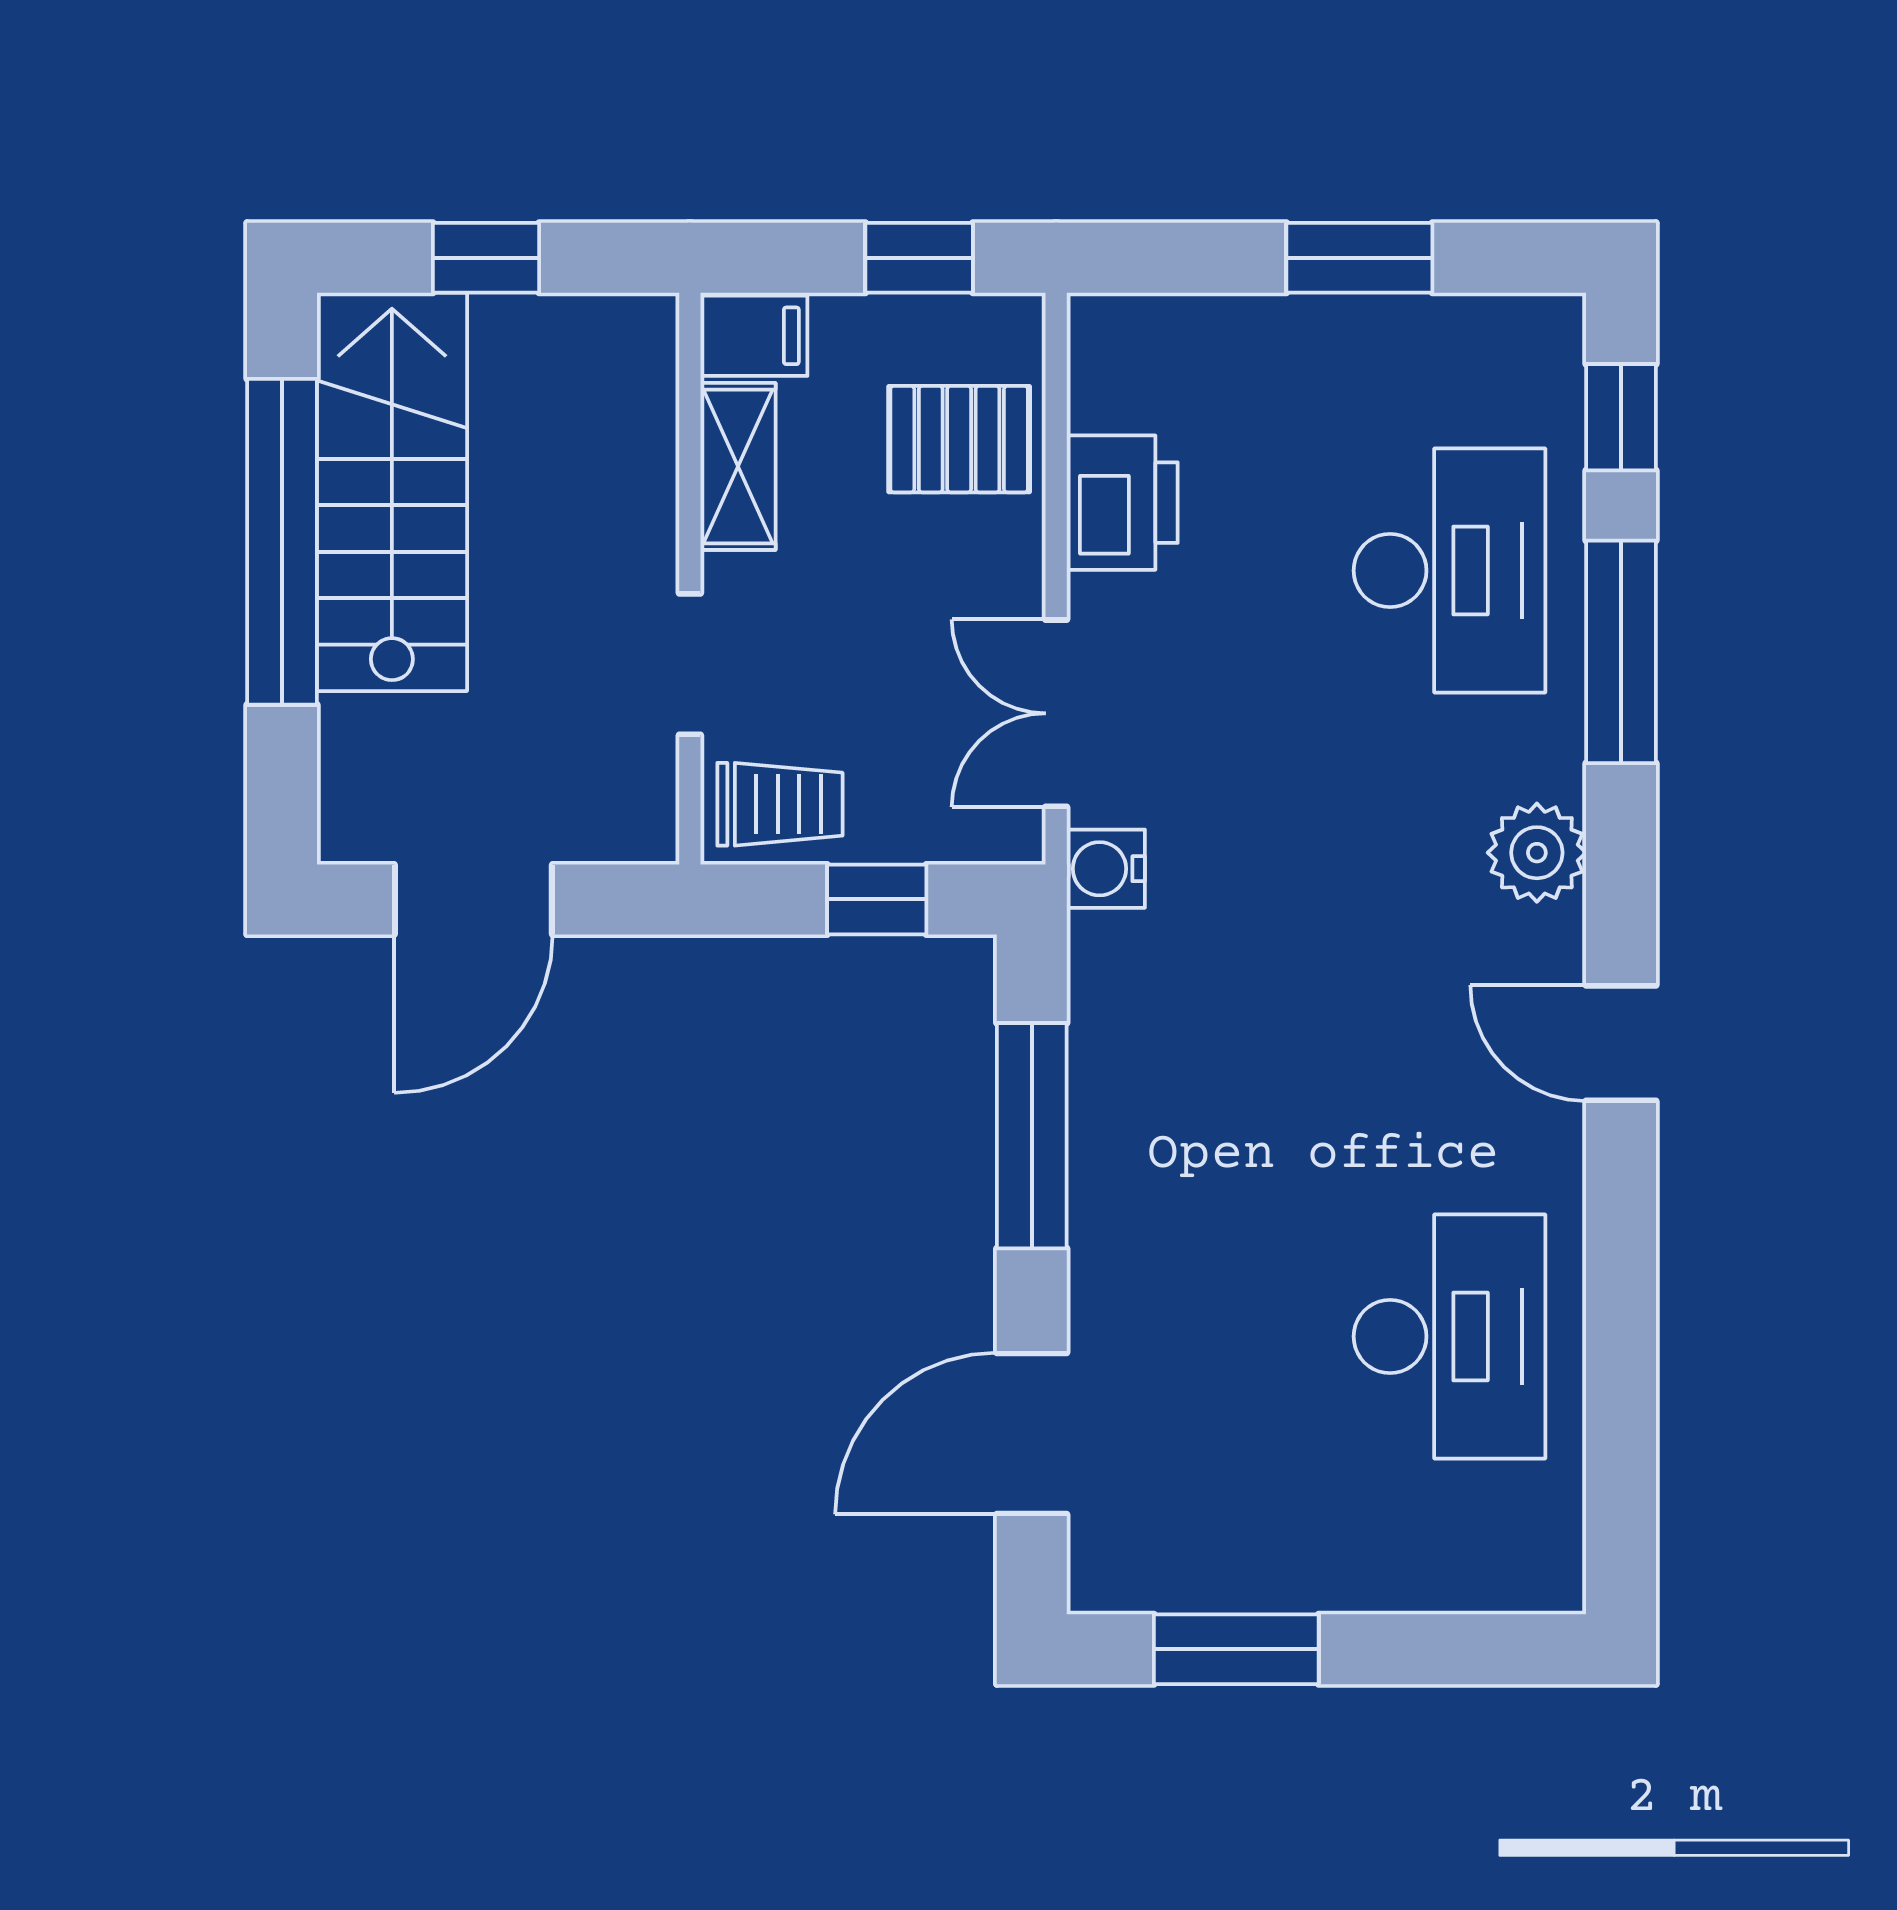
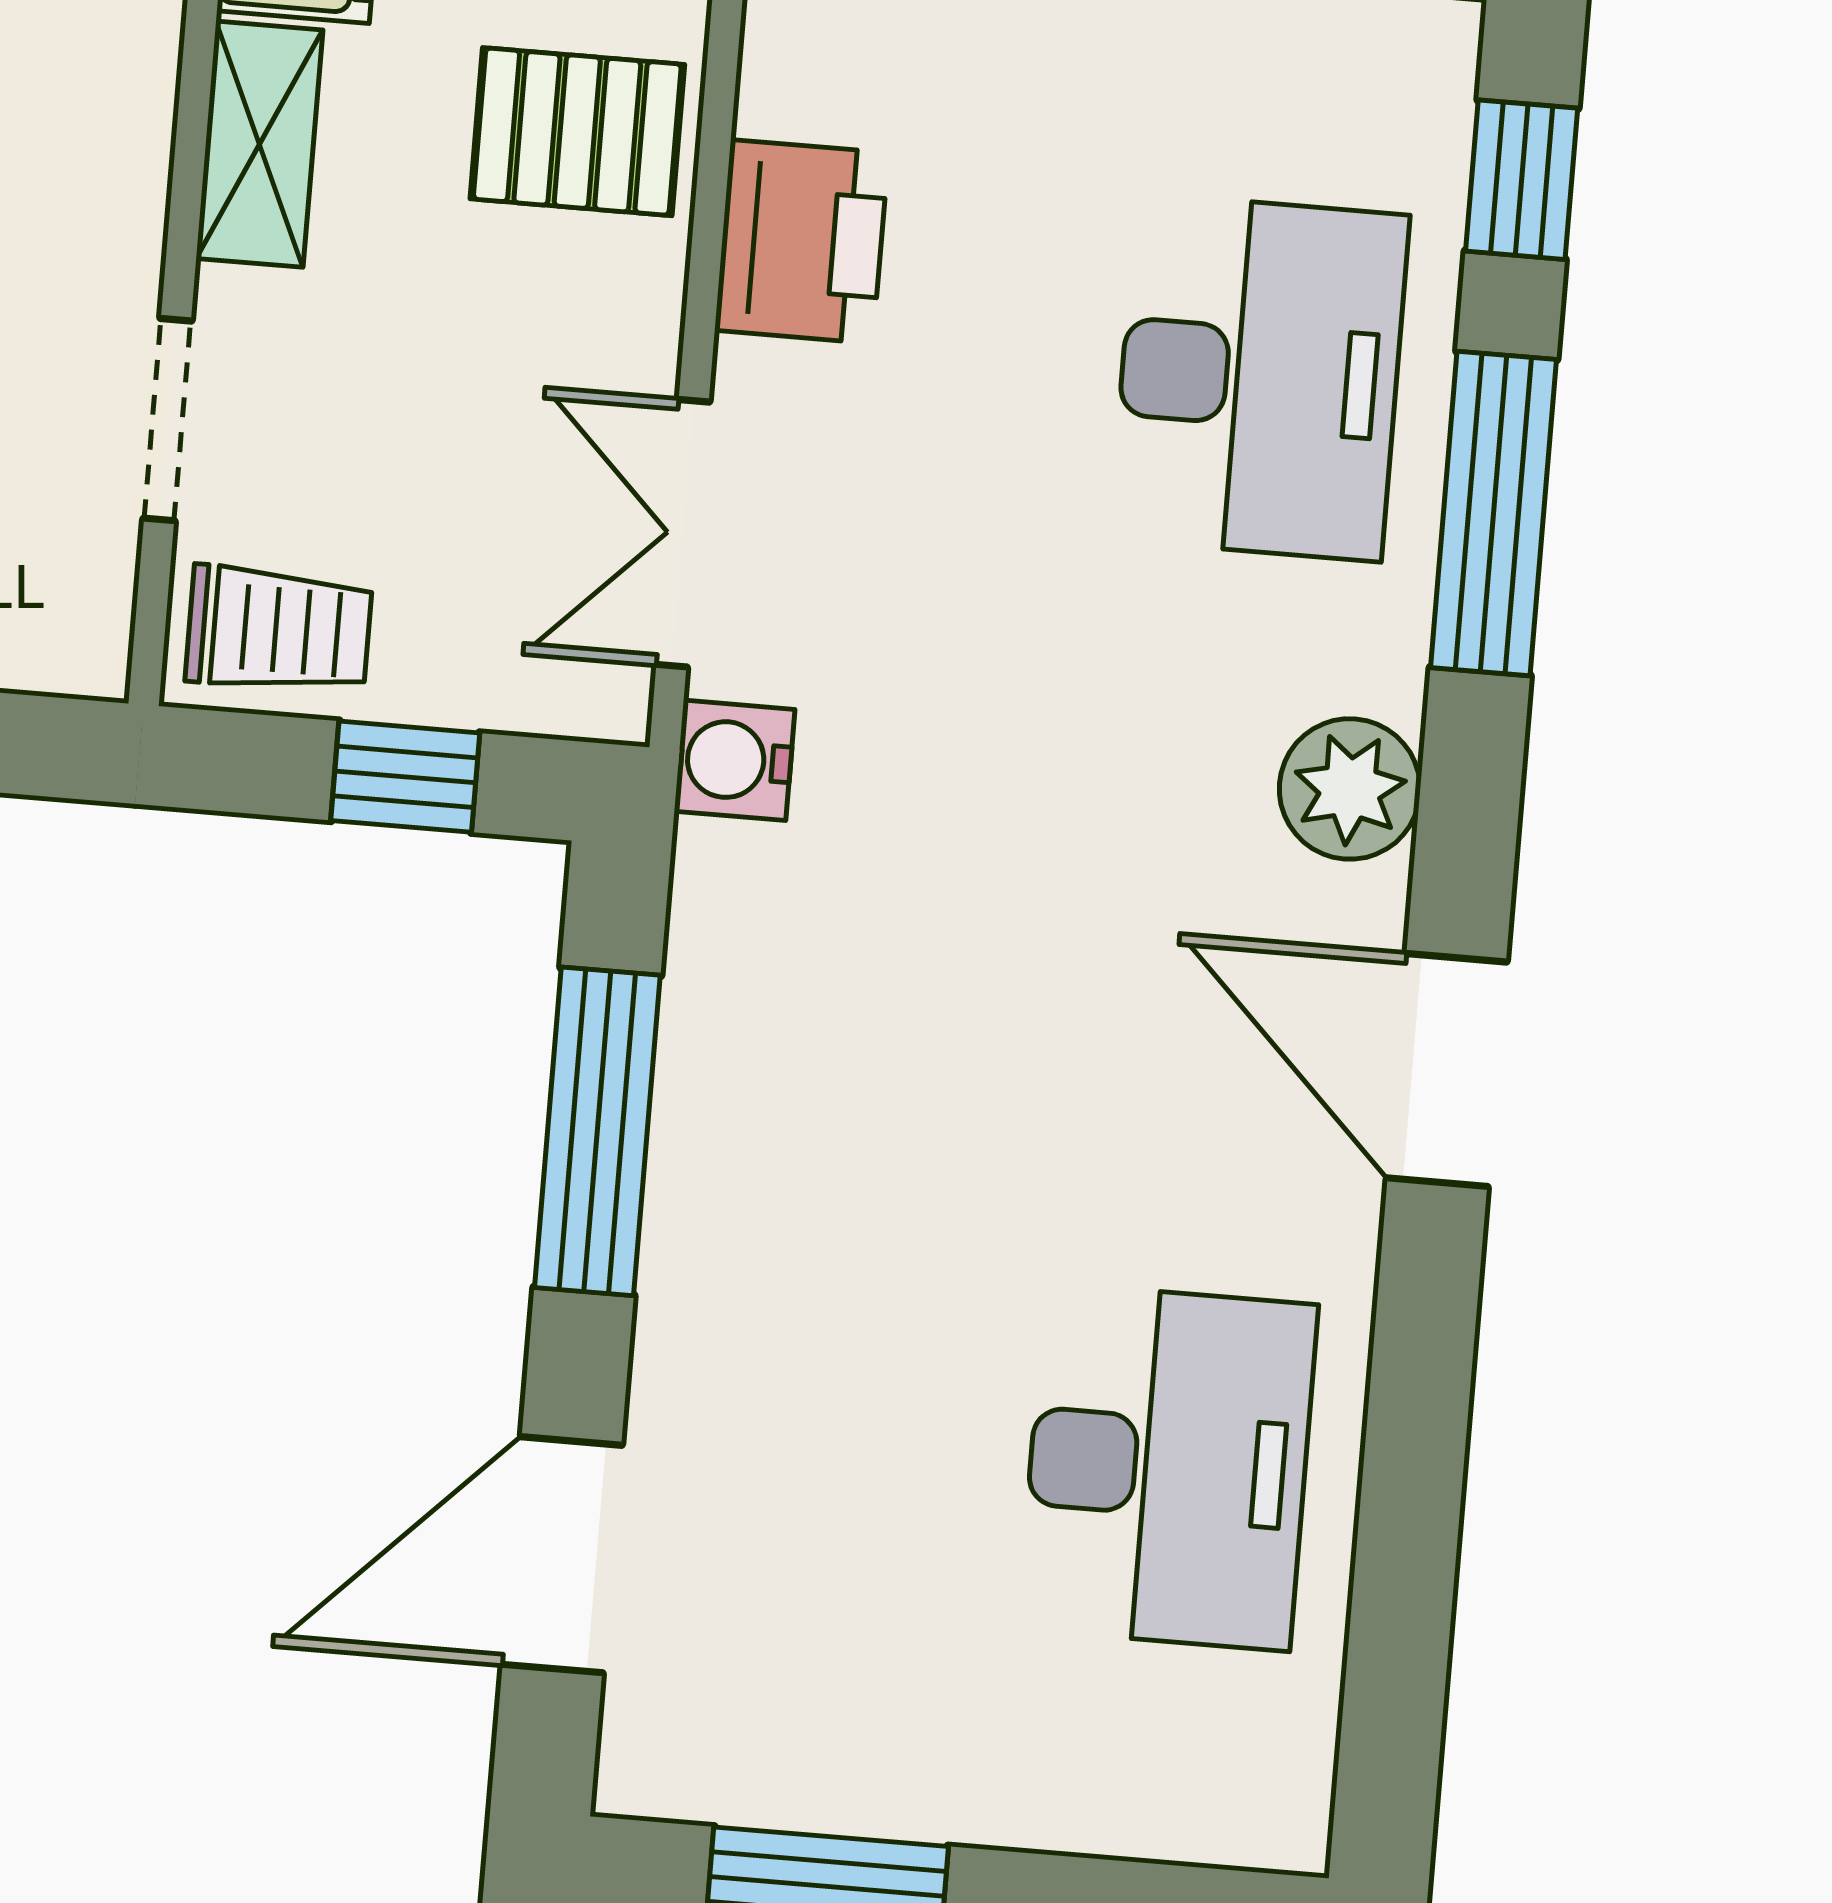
door: (1621, 1043) -> (1447, 1070), width x1.38

